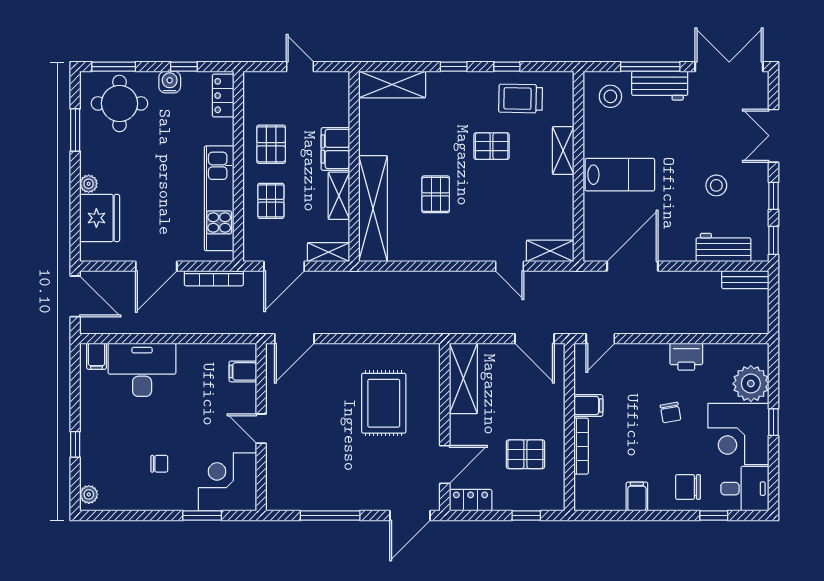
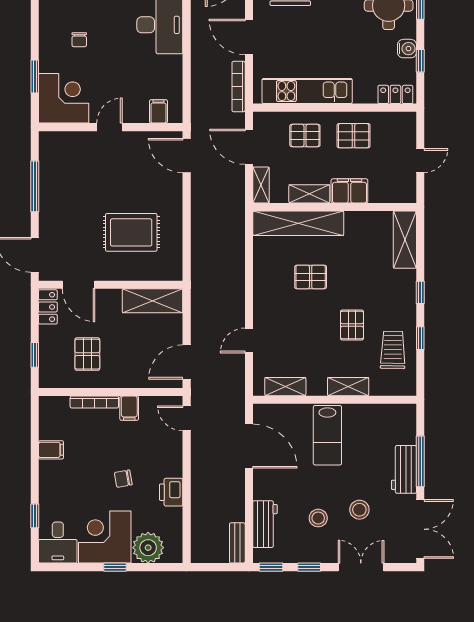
stool: (610, 96) -> (359, 510), moved
shelving: (550, 251) -> (285, 387), moved, turned 90
chair: (688, 487) -> (59, 494), removed

